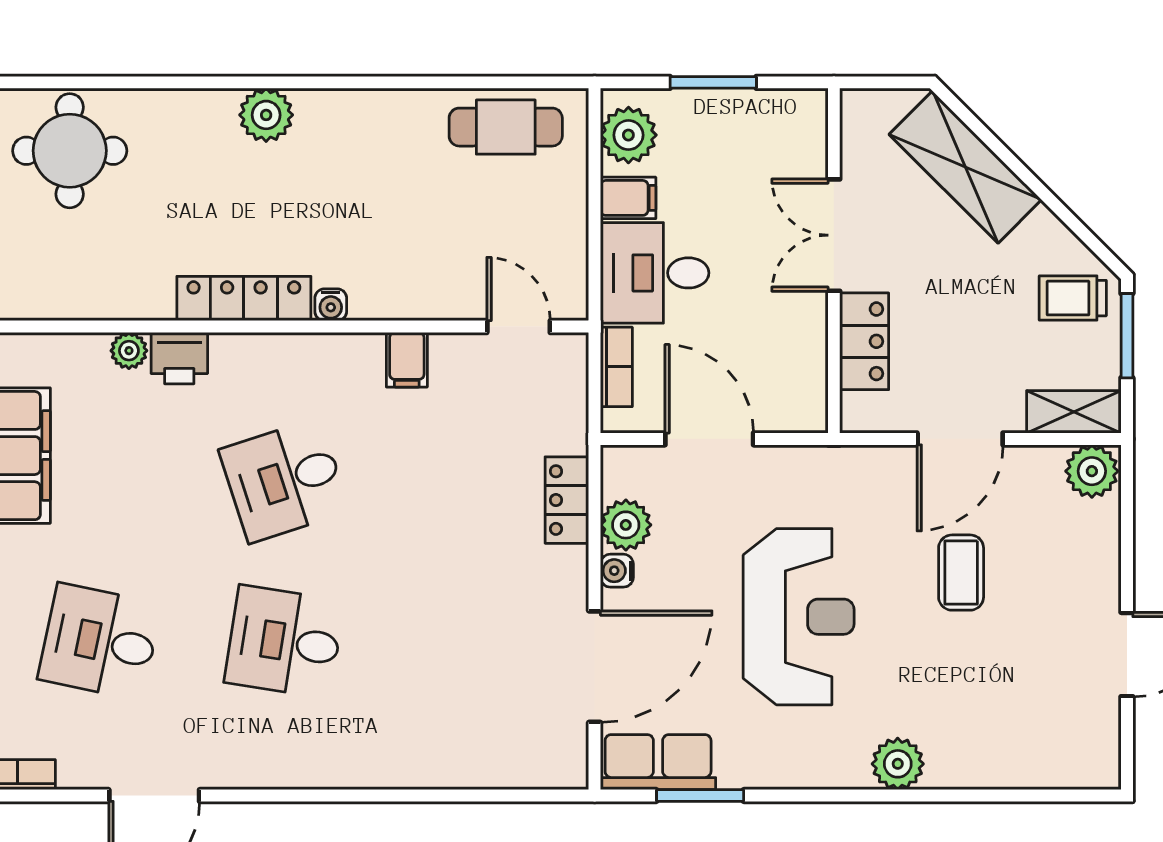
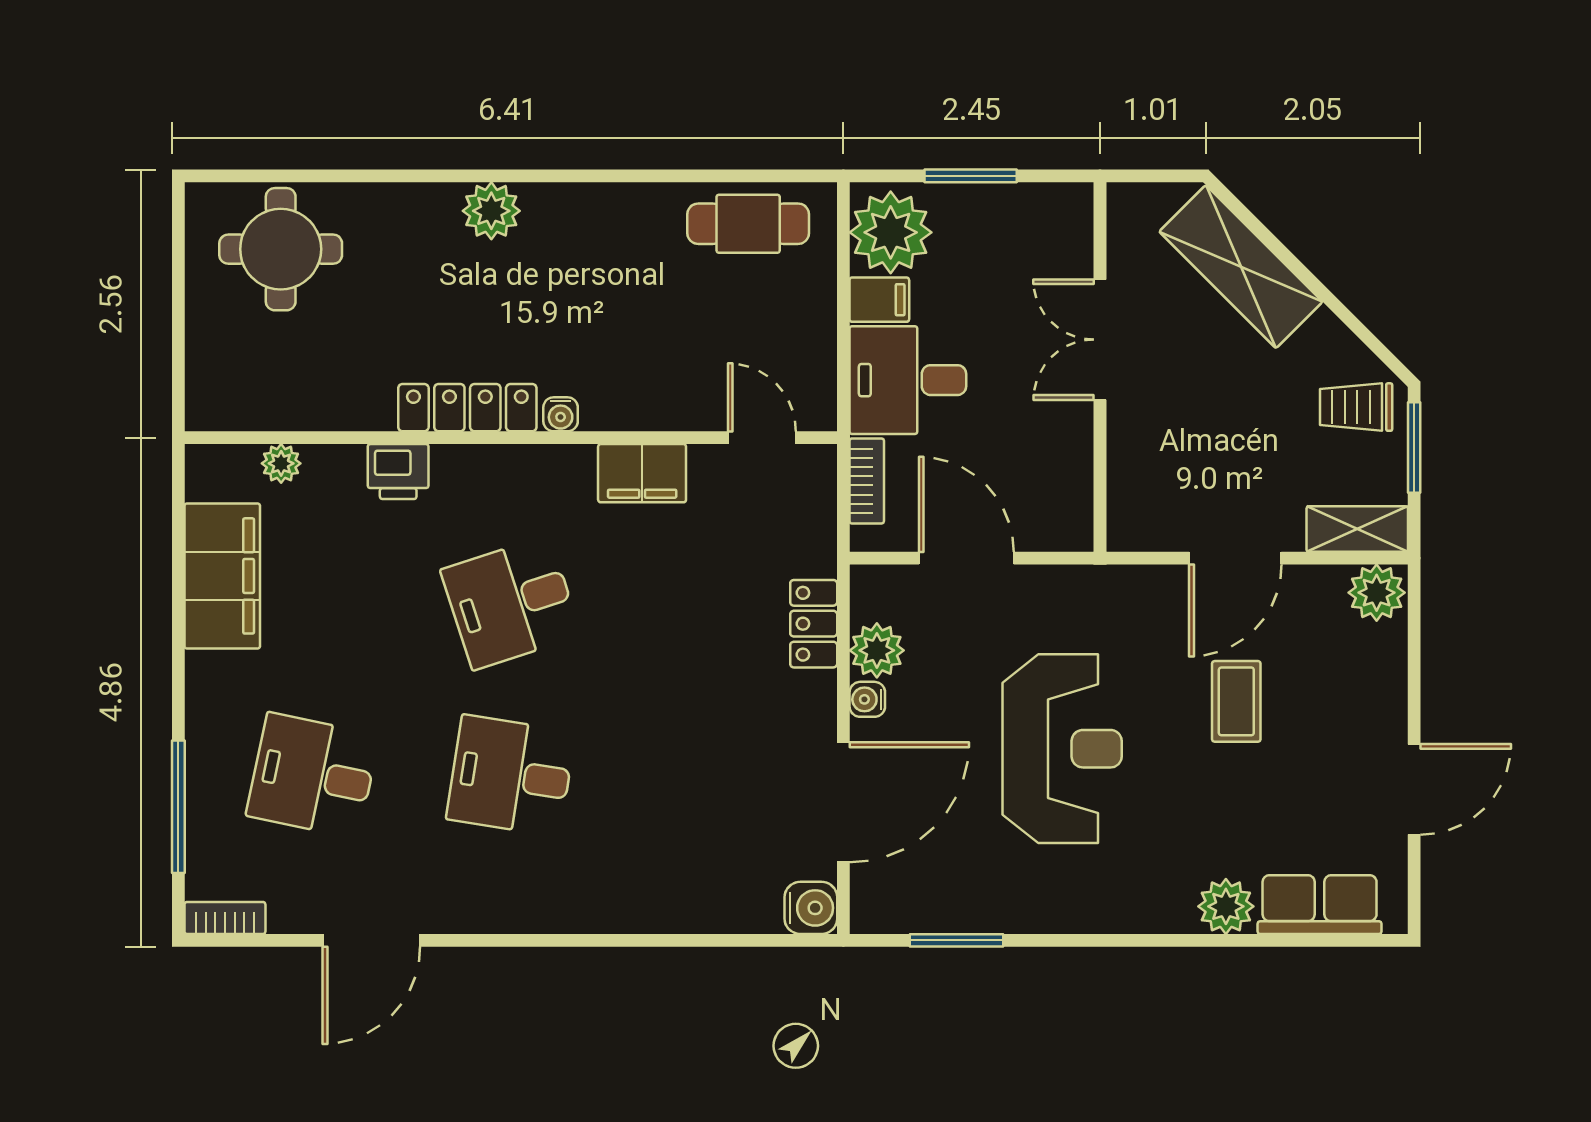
plant: (628, 135) -> (891, 232), width x1.36, depth x1.36
locker: (864, 341) -> (1132, 453), removed
plant: (129, 351) -> (281, 463), moved
filing cabinet: (407, 360) -> (642, 473), width x2.00
row of seats: (658, 762) -> (1320, 905), moved
plant: (898, 764) -> (1226, 906), moved
water cooler: (564, 765) -> (811, 908), added

